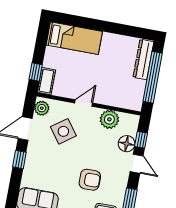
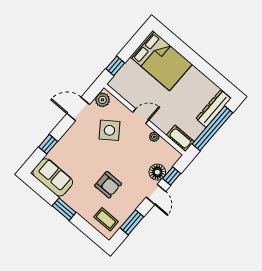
bed: (74, 38) -> (161, 61), width x1.50
cot: (46, 81) -> (180, 138), moved, turned 90
plant: (109, 119) -> (154, 137), width x0.53, depth x0.53
window: (19, 160) -> (48, 144), moved

